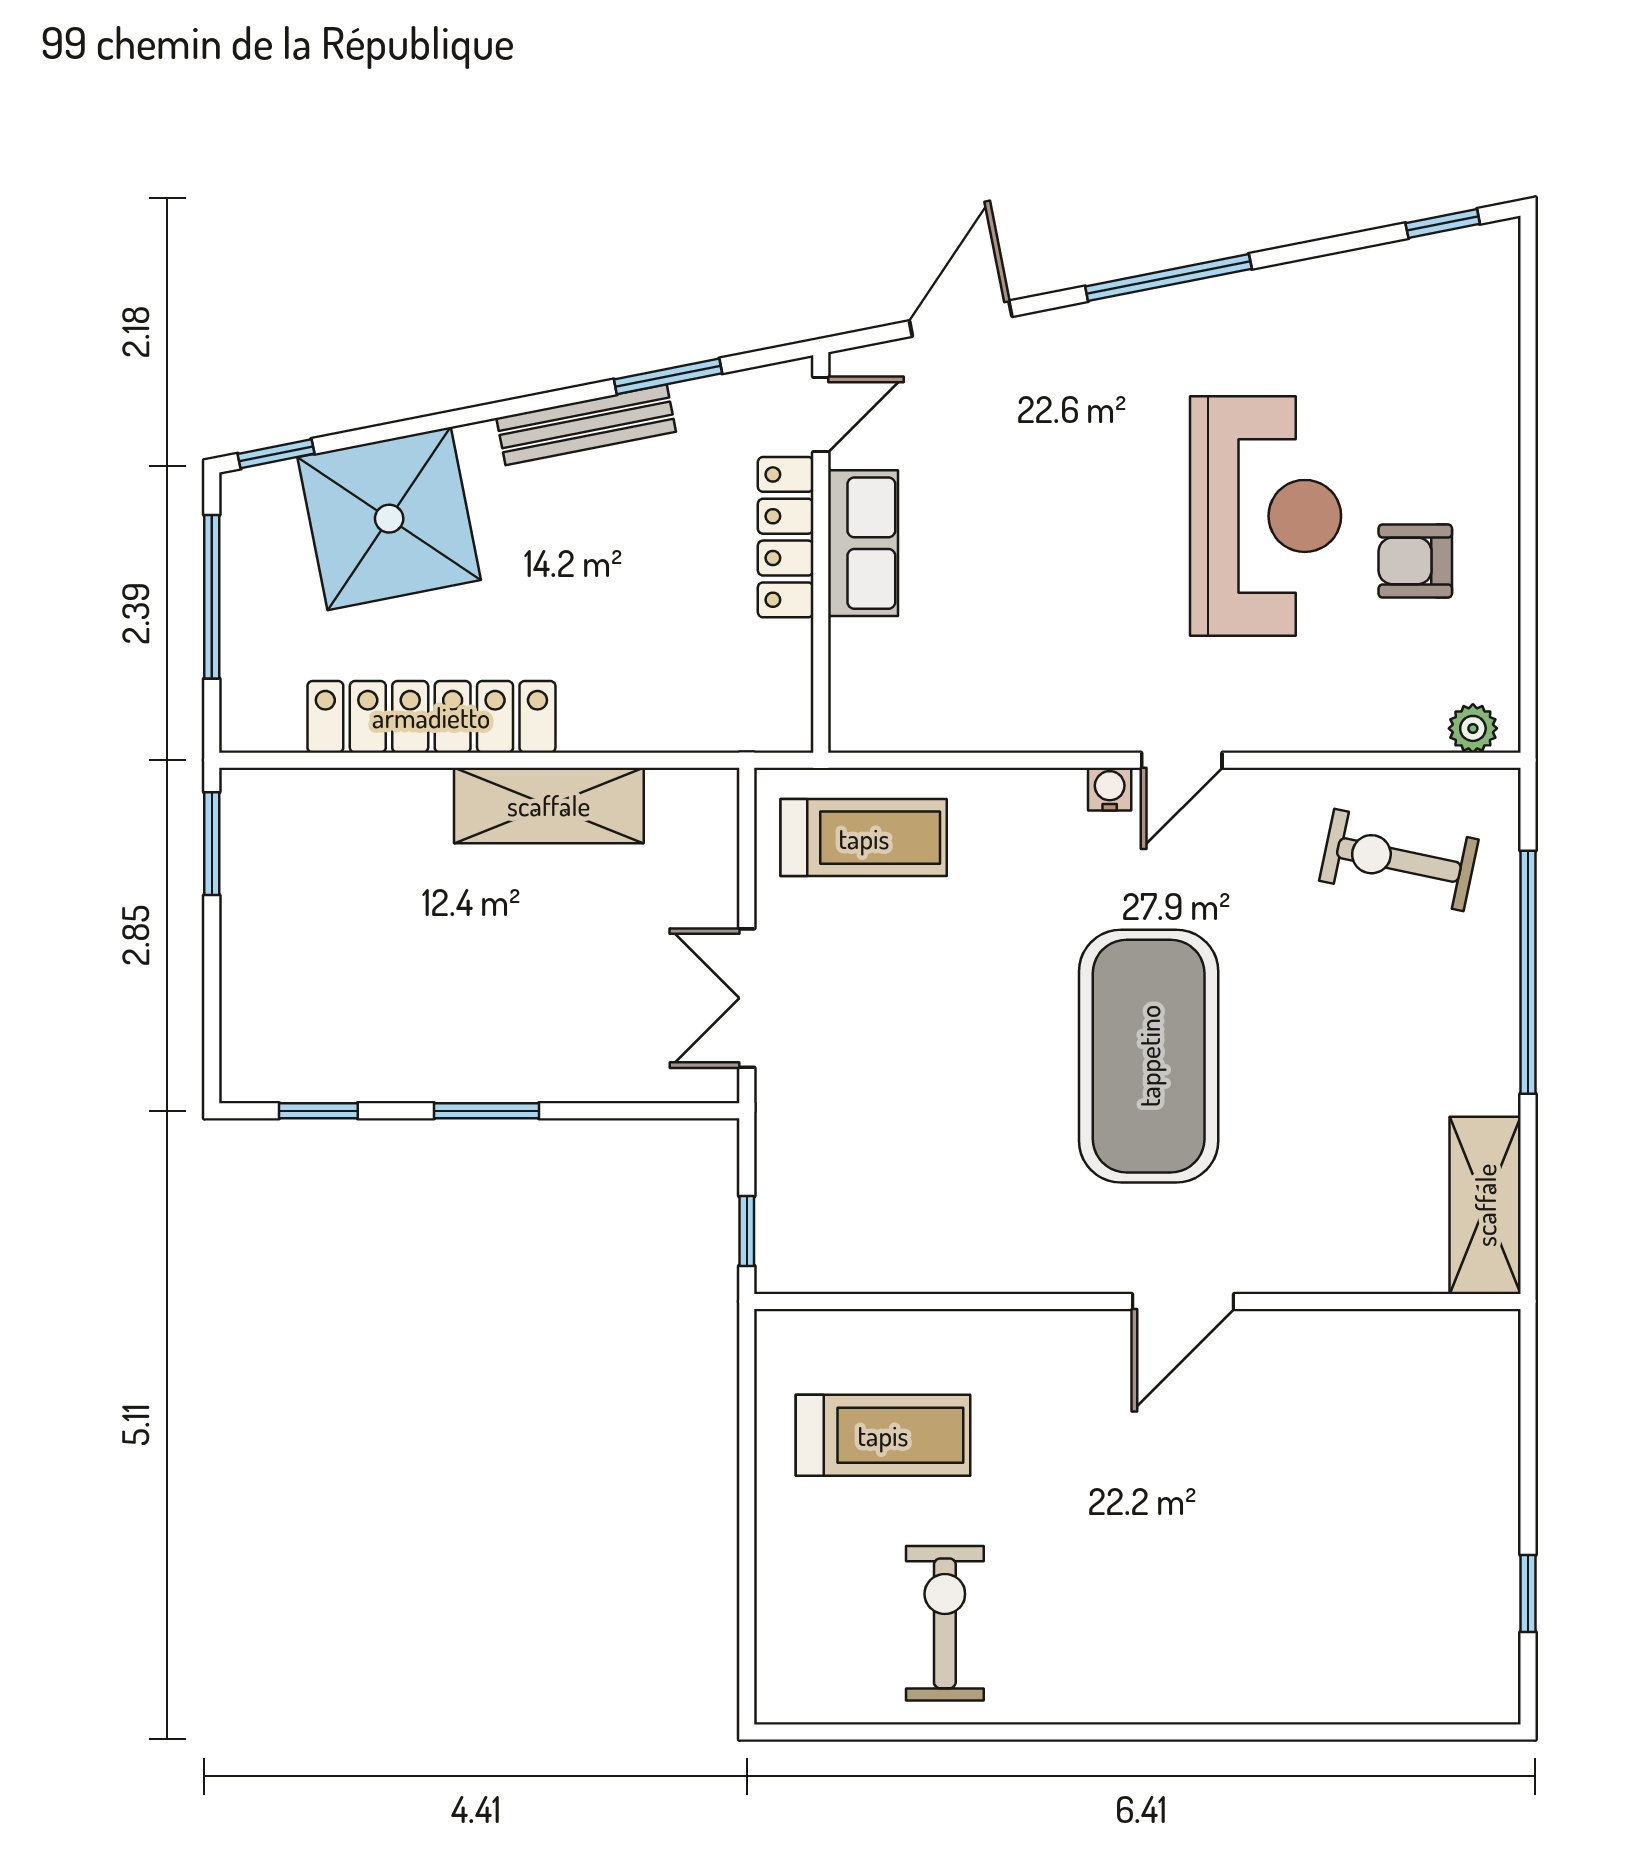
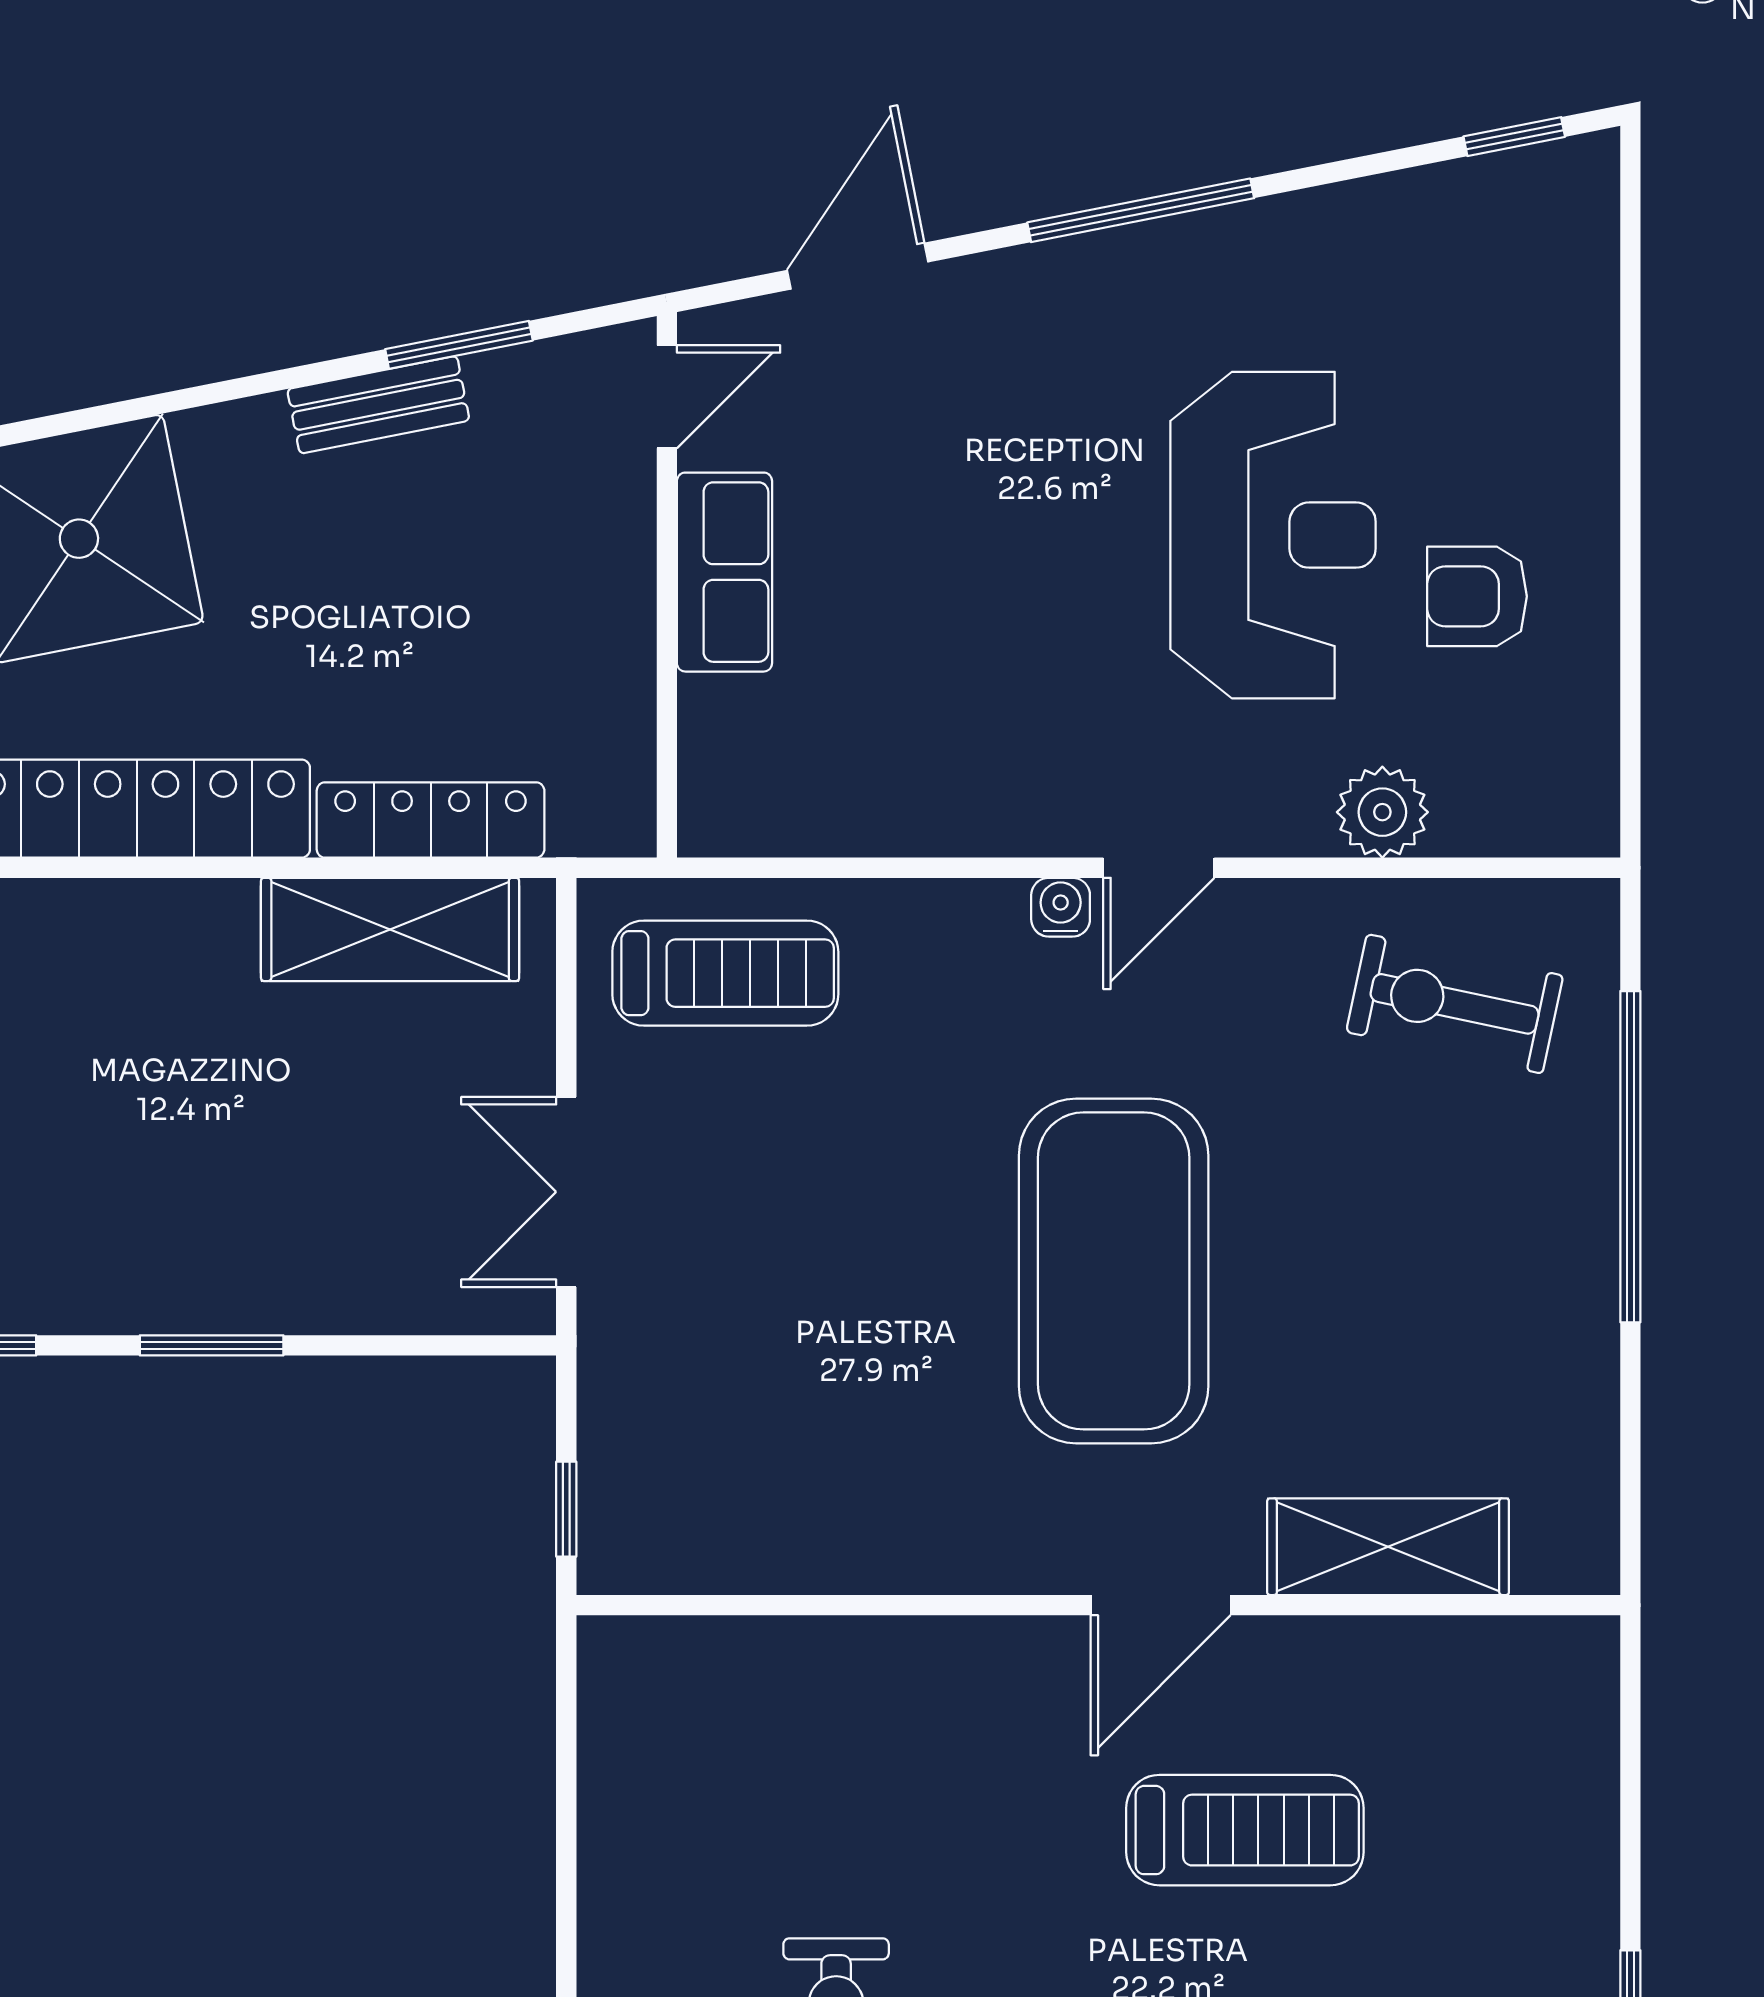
bench: (586, 425) -> (378, 405), width x0.73
locker: (786, 537) -> (431, 820), moved, turned 90
plant: (1473, 728) -> (1382, 812), moved, width x1.38, depth x1.38
shelving: (549, 805) -> (390, 929), moved
shelving: (1485, 1205) -> (1388, 1547), moved, turned 90
treadmill: (883, 1435) -> (1245, 1830), moved

